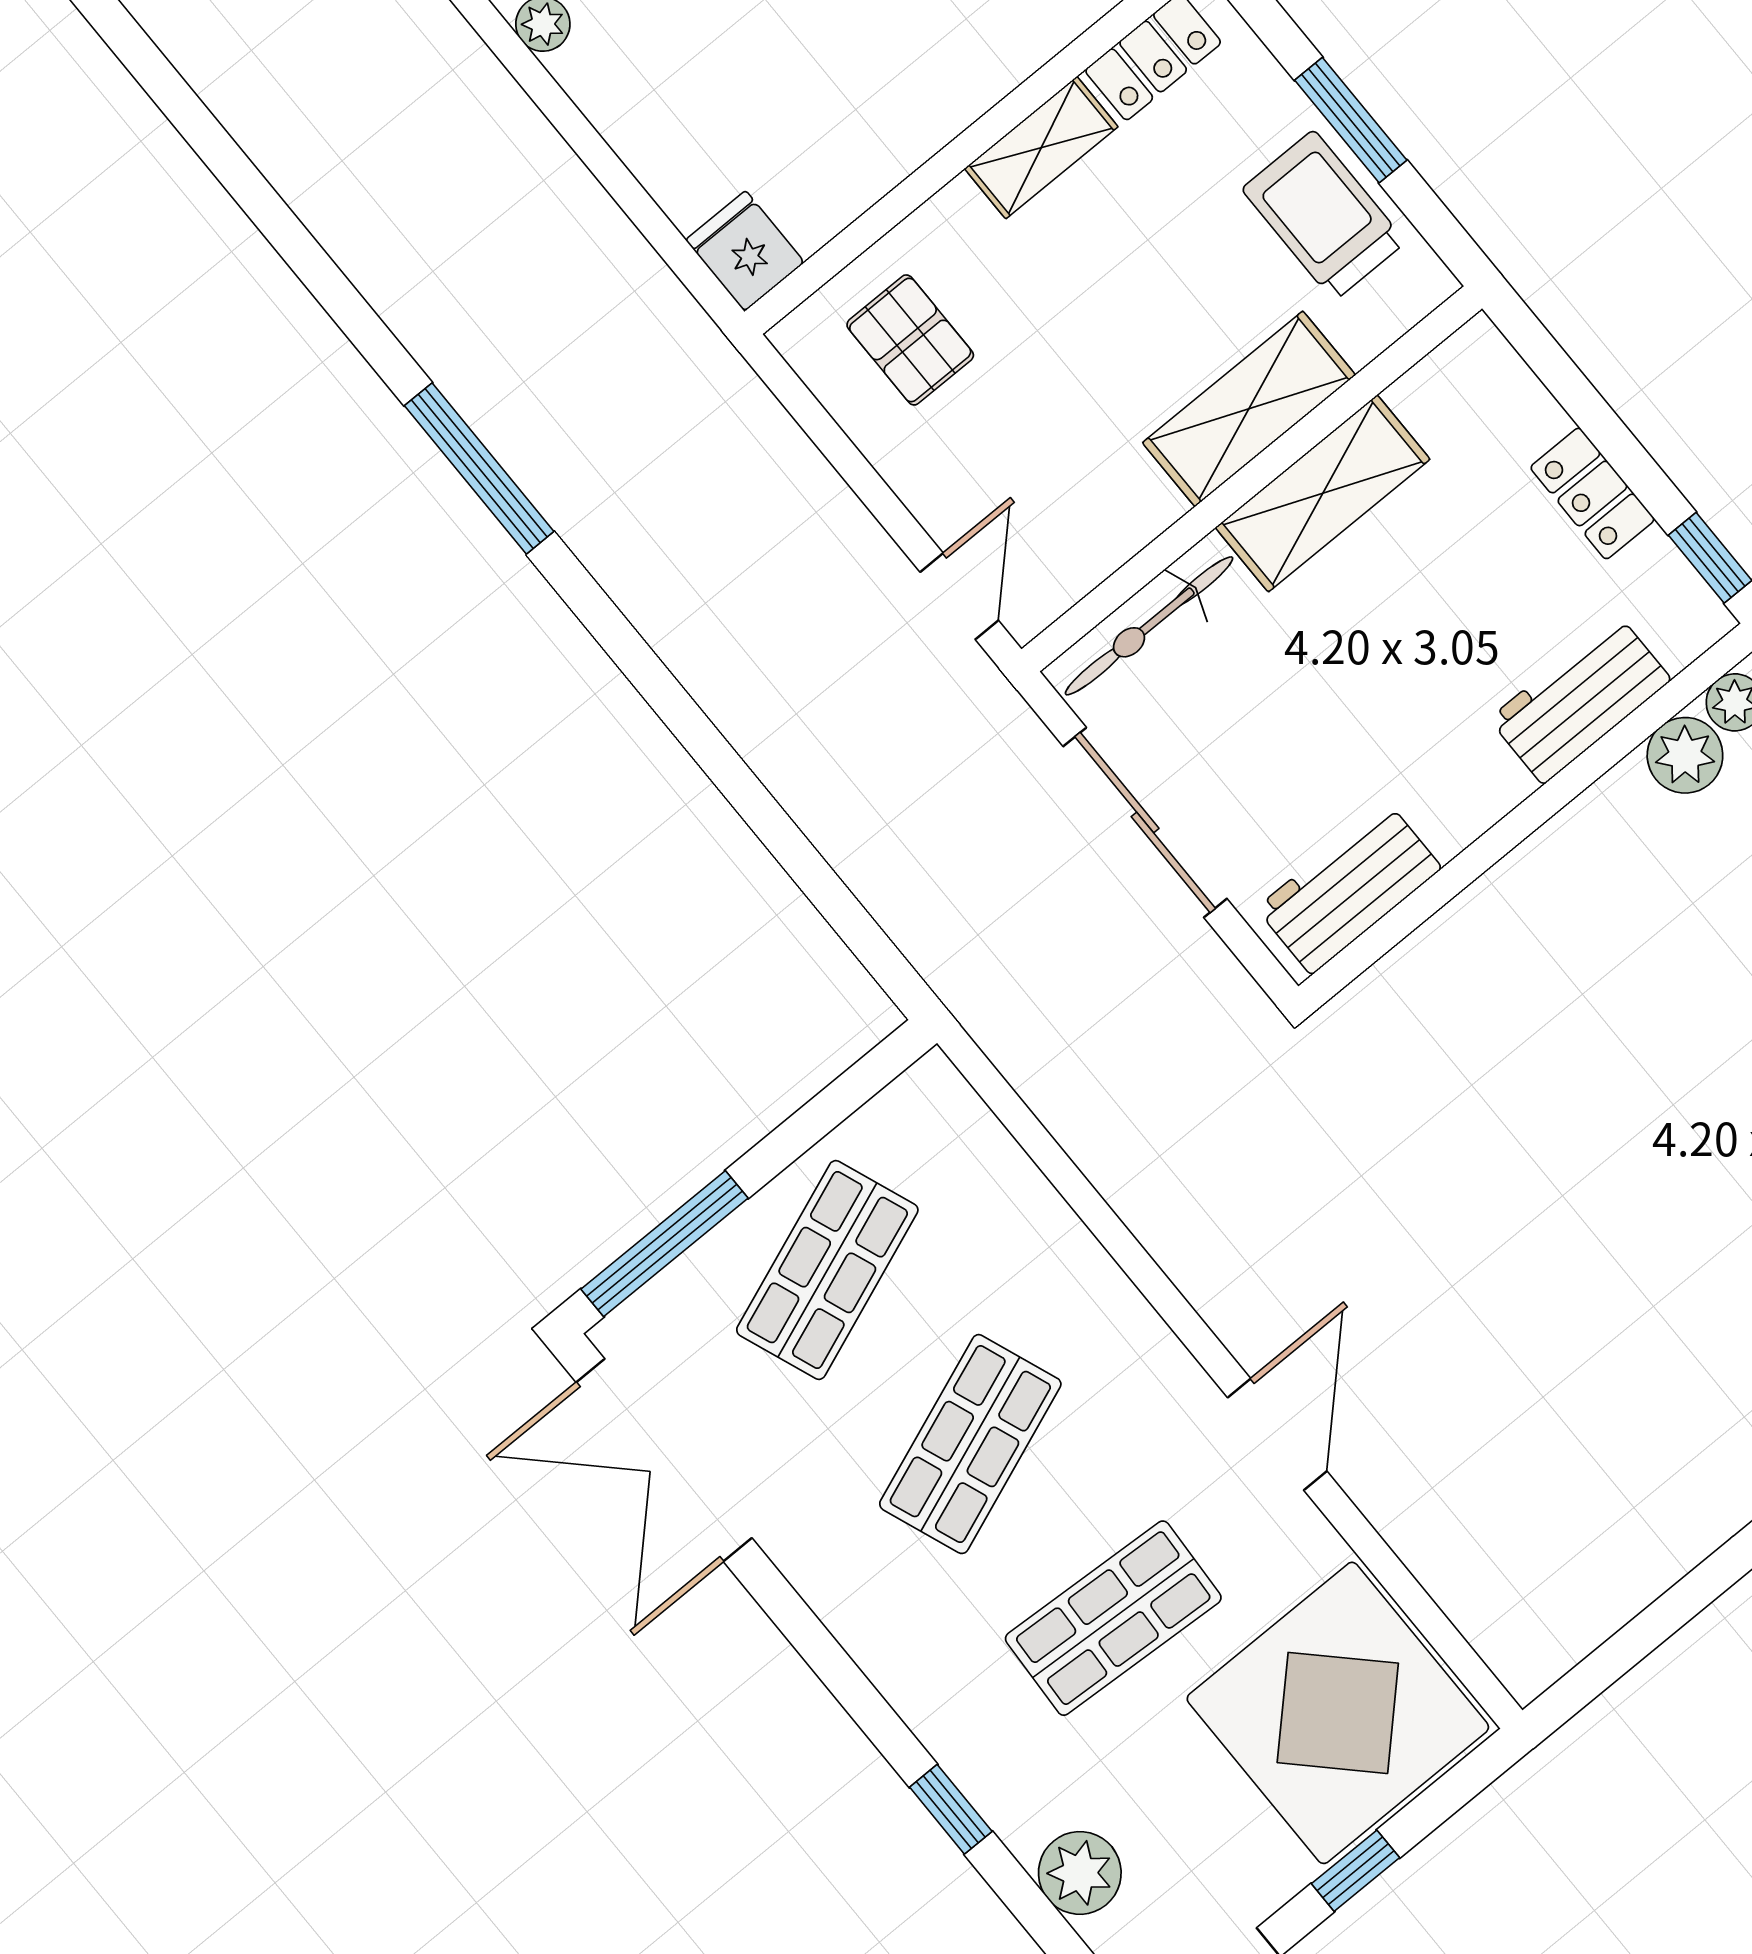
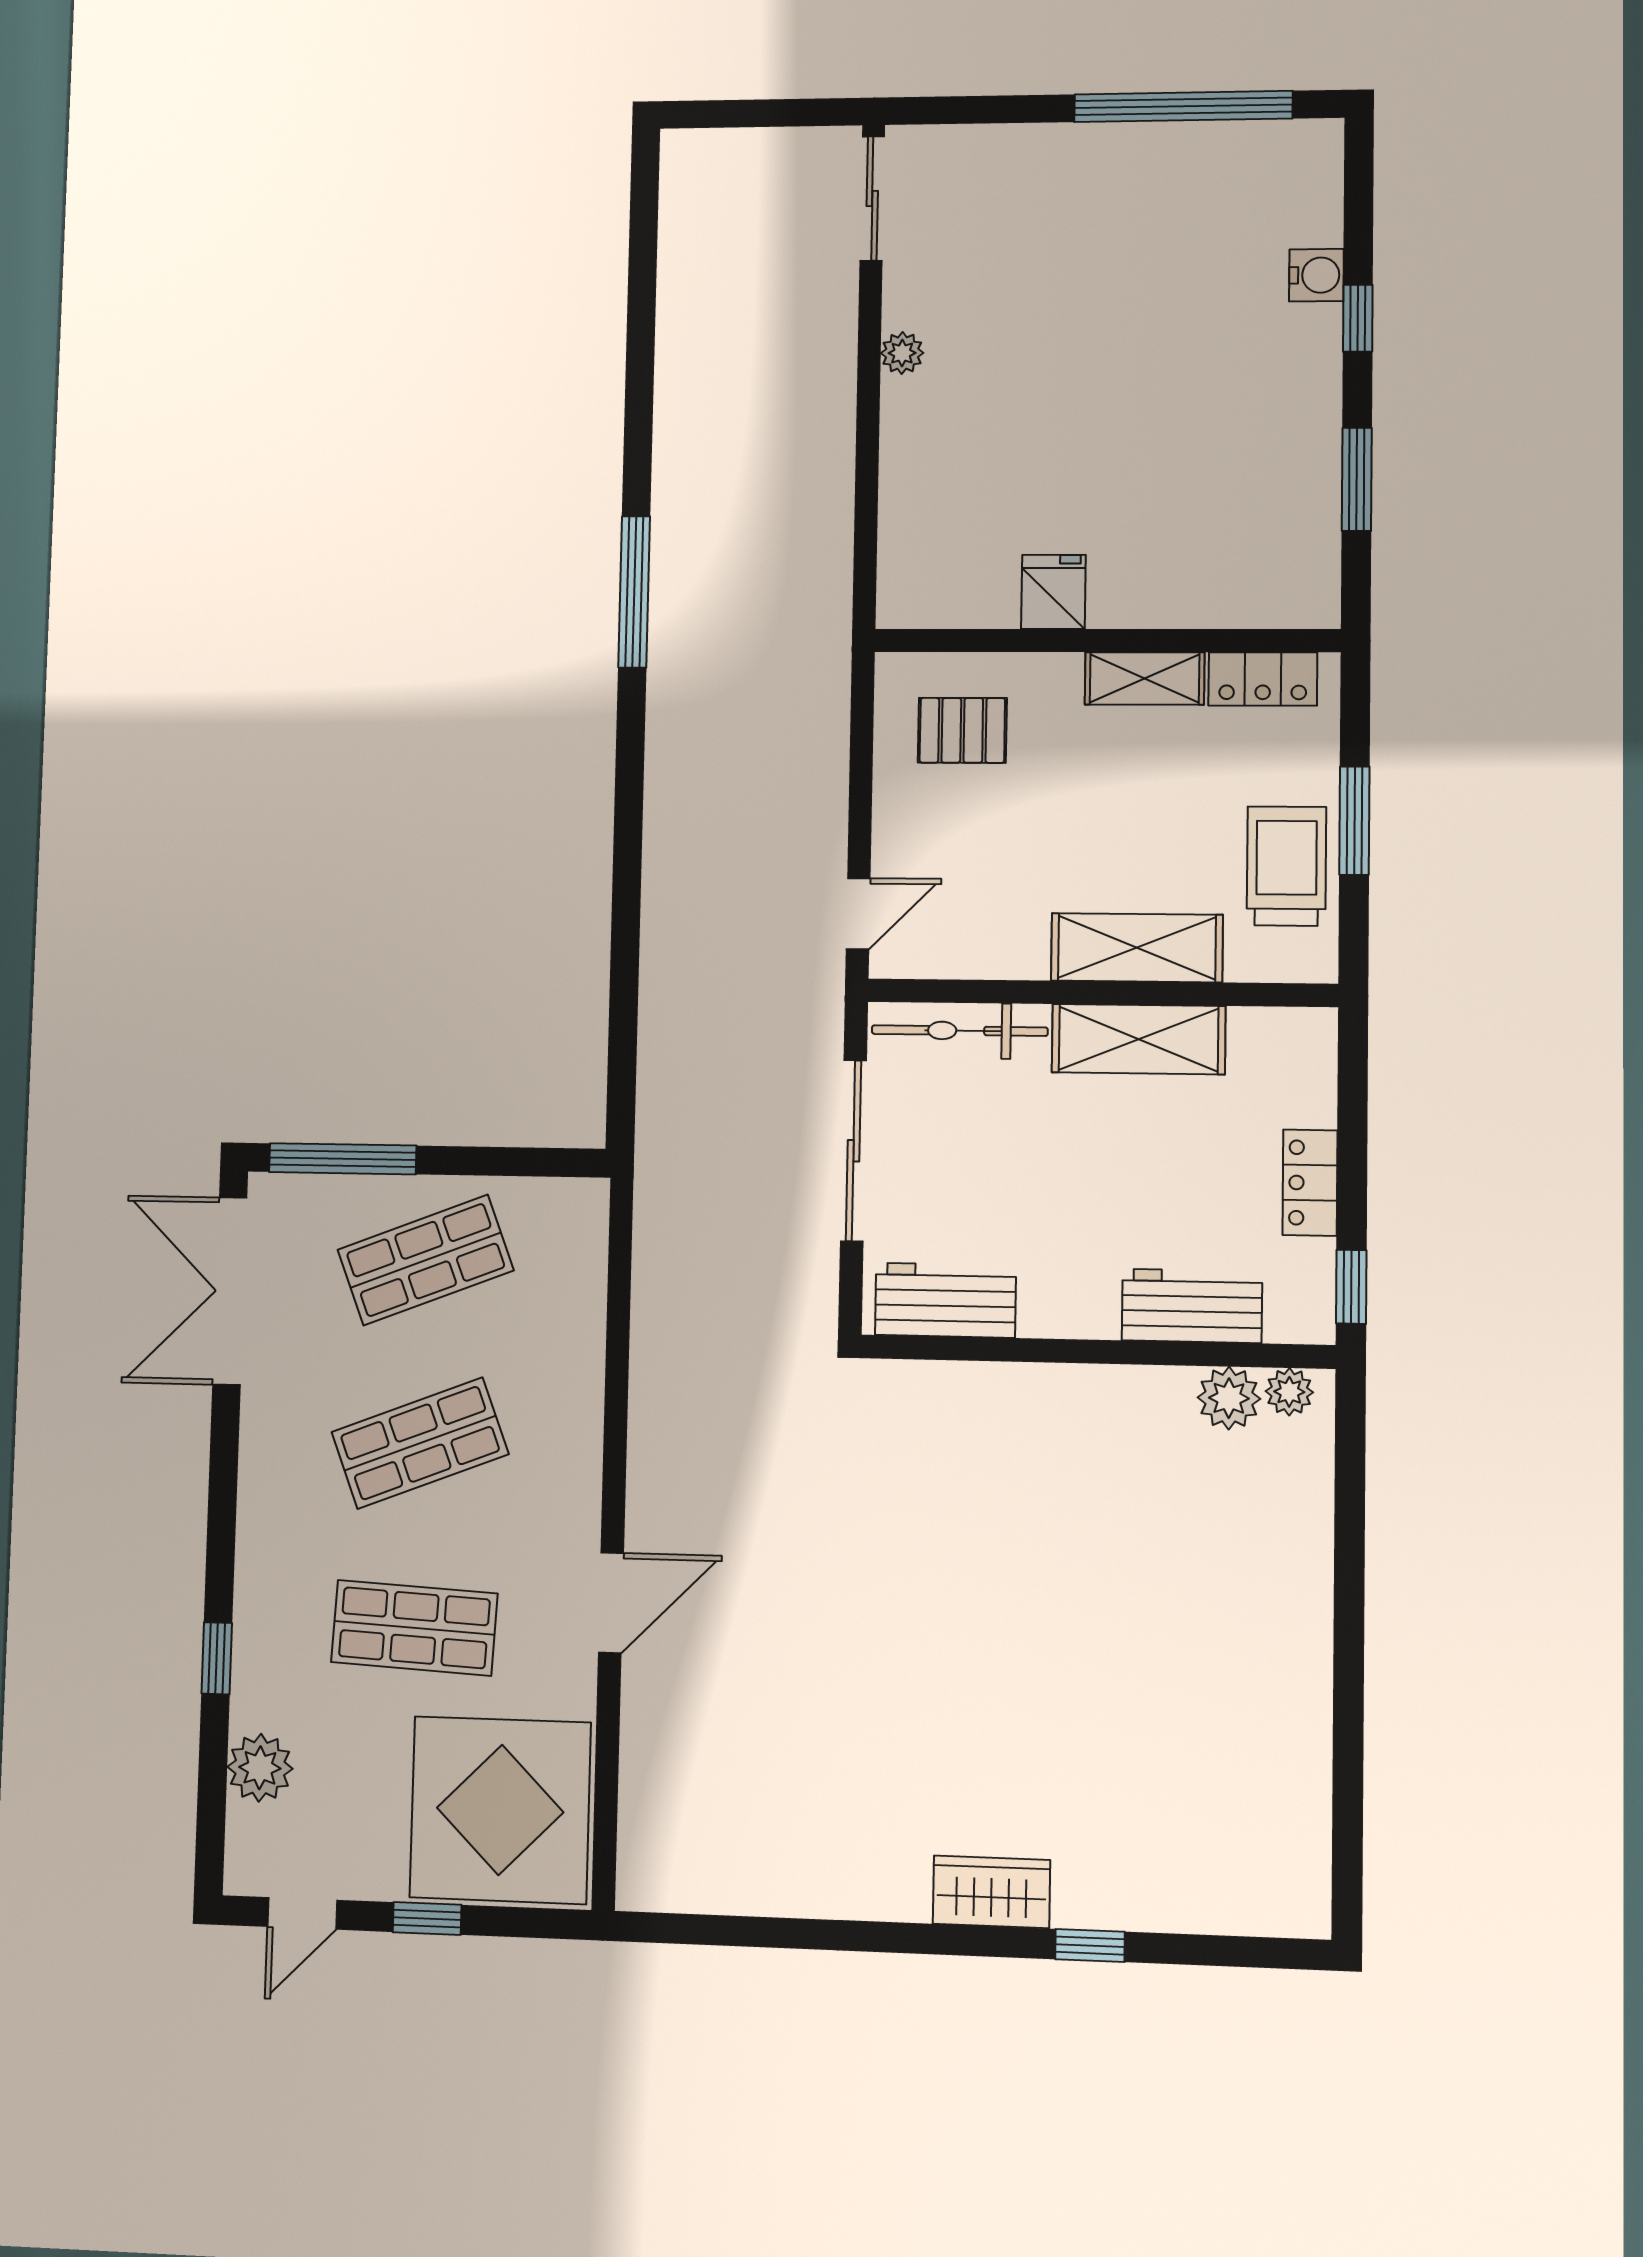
fridge: (745, 251) -> (1053, 592), moved
pallet: (910, 340) -> (962, 730), turned 90

